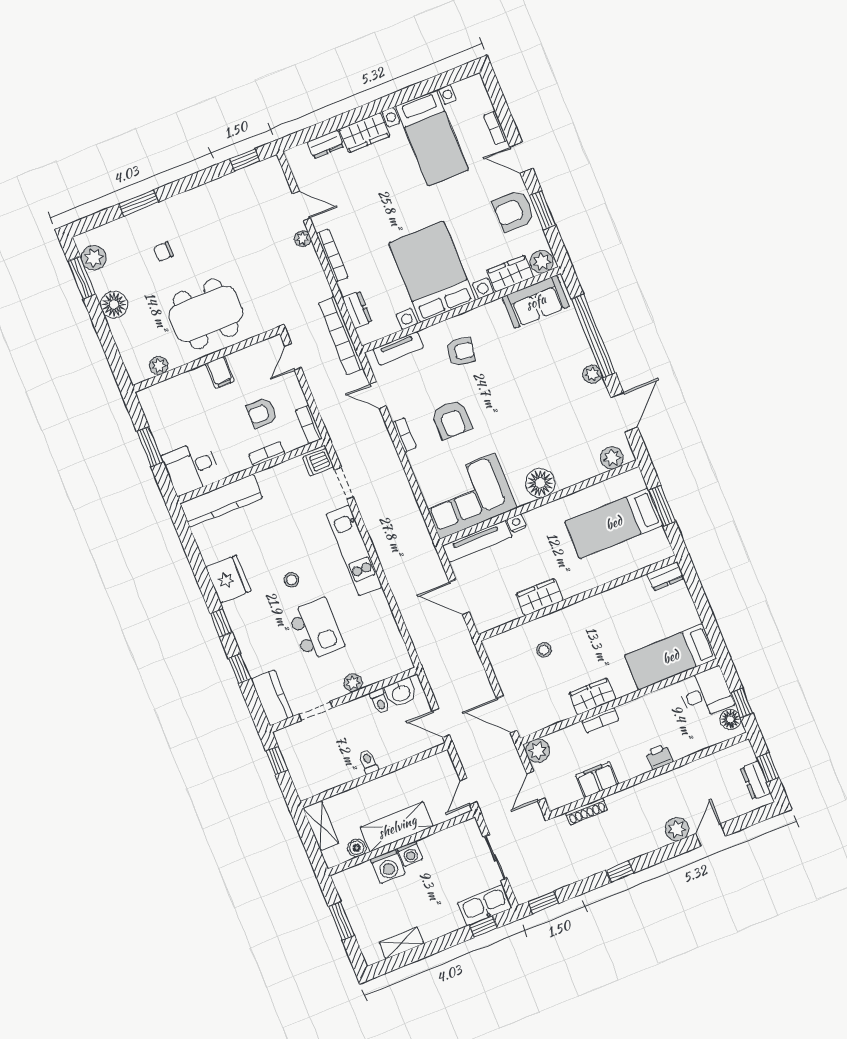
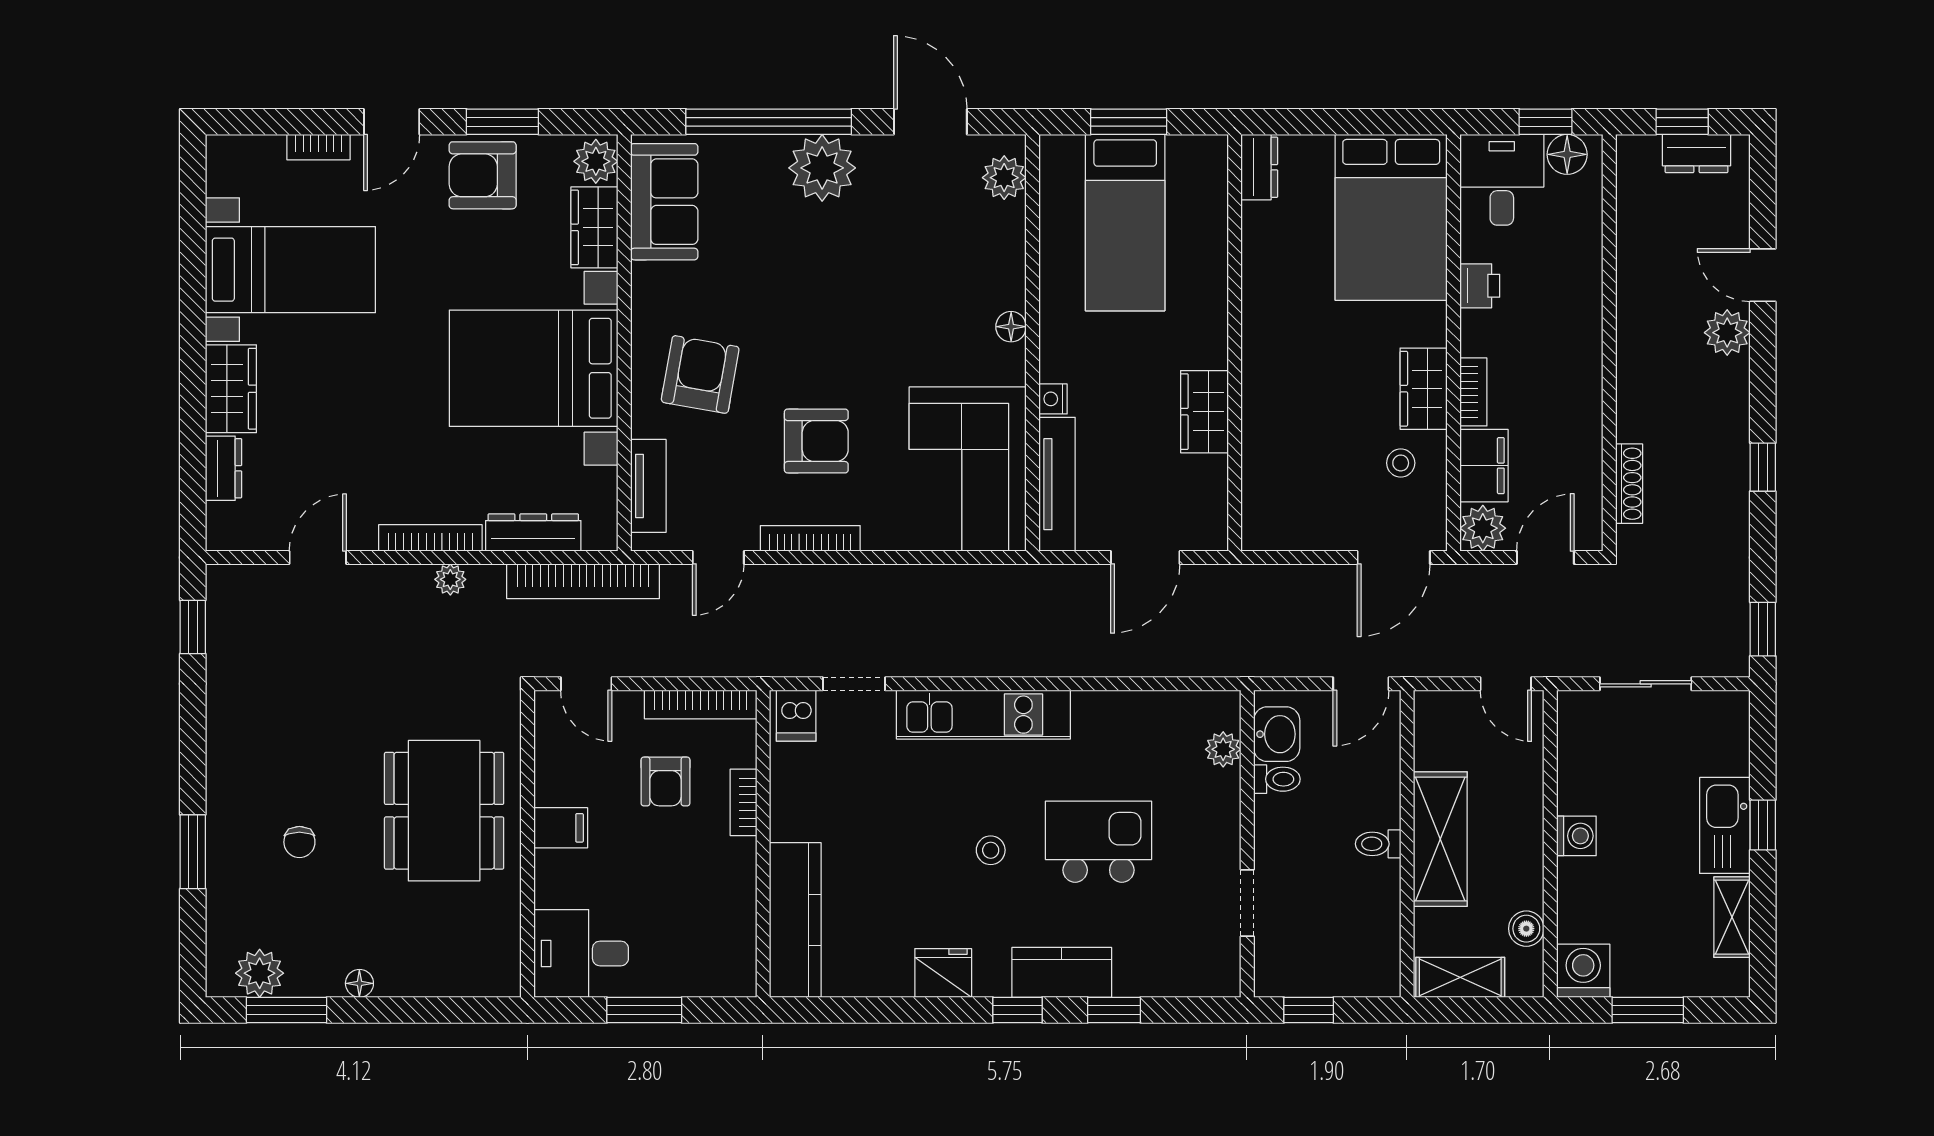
armchair: (513, 211) -> (483, 175), turned 90
plant: (302, 239) -> (450, 579), moved
floor lamp: (114, 305) -> (359, 983), width x0.53, depth x0.53
dresser: (357, 310) -> (533, 533), width x1.44
armchair: (461, 352) -> (700, 374), width x1.38, depth x1.38
plant: (159, 366) -> (503, 934), removed
plant: (592, 374) -> (822, 168), width x1.88, depth x1.88
bookcase: (309, 424) -> (701, 704), width x1.56
bookcase: (404, 435) -> (810, 538), width x1.56
desk: (191, 468) -> (581, 953), moved, turned 90
floor lamp: (540, 483) -> (1011, 327), width x0.53, depth x0.53
fridge: (228, 579) -> (943, 973), width x0.73, depth x0.75
stool: (544, 650) -> (1401, 463), moved
bed: (671, 657) -> (1391, 217), width x1.50
plant: (353, 683) -> (1223, 749), moved
kitchen counter: (272, 698) -> (1062, 972), moved
printer: (659, 757) -> (1480, 286), moved, turned 180
filing cabinet: (597, 780) -> (1484, 466), moved, turned 180
door: (536, 786) -> (1545, 557), swing flipped
shelving: (397, 827) -> (1440, 839), moved
washing machine: (388, 867) -> (1583, 971), moved, turned -90
kitchen sink: (485, 905) -> (1725, 825), moved
window: (483, 927) -> (1763, 825), moved

